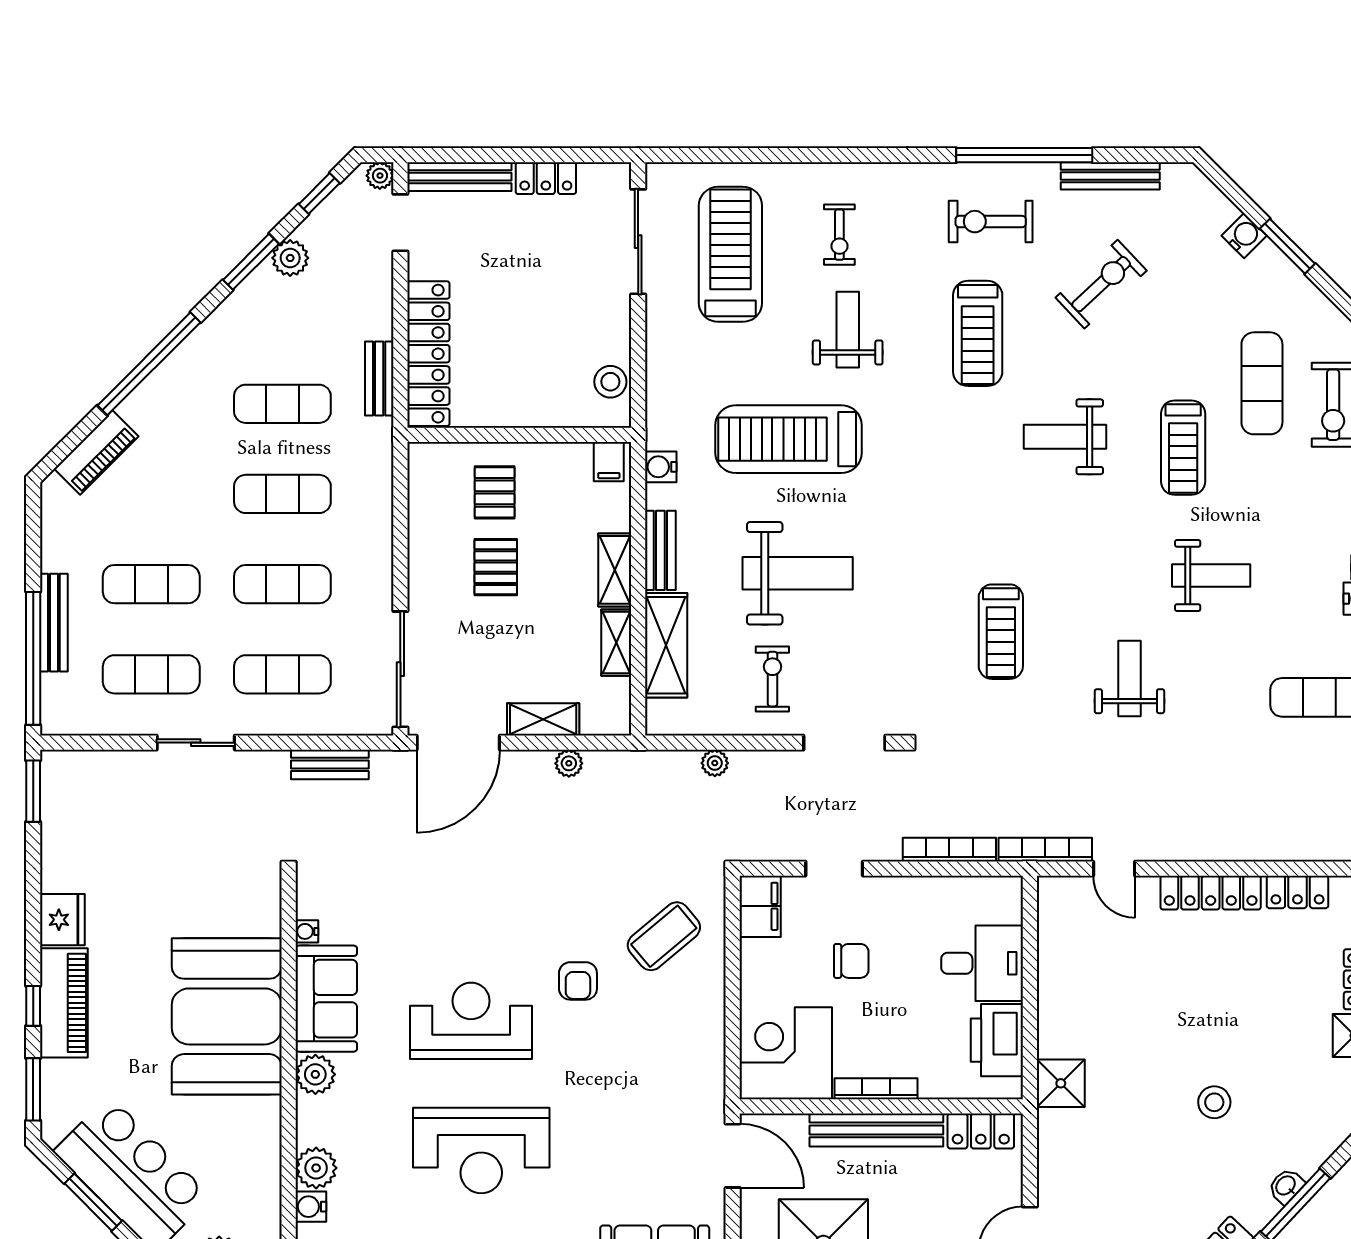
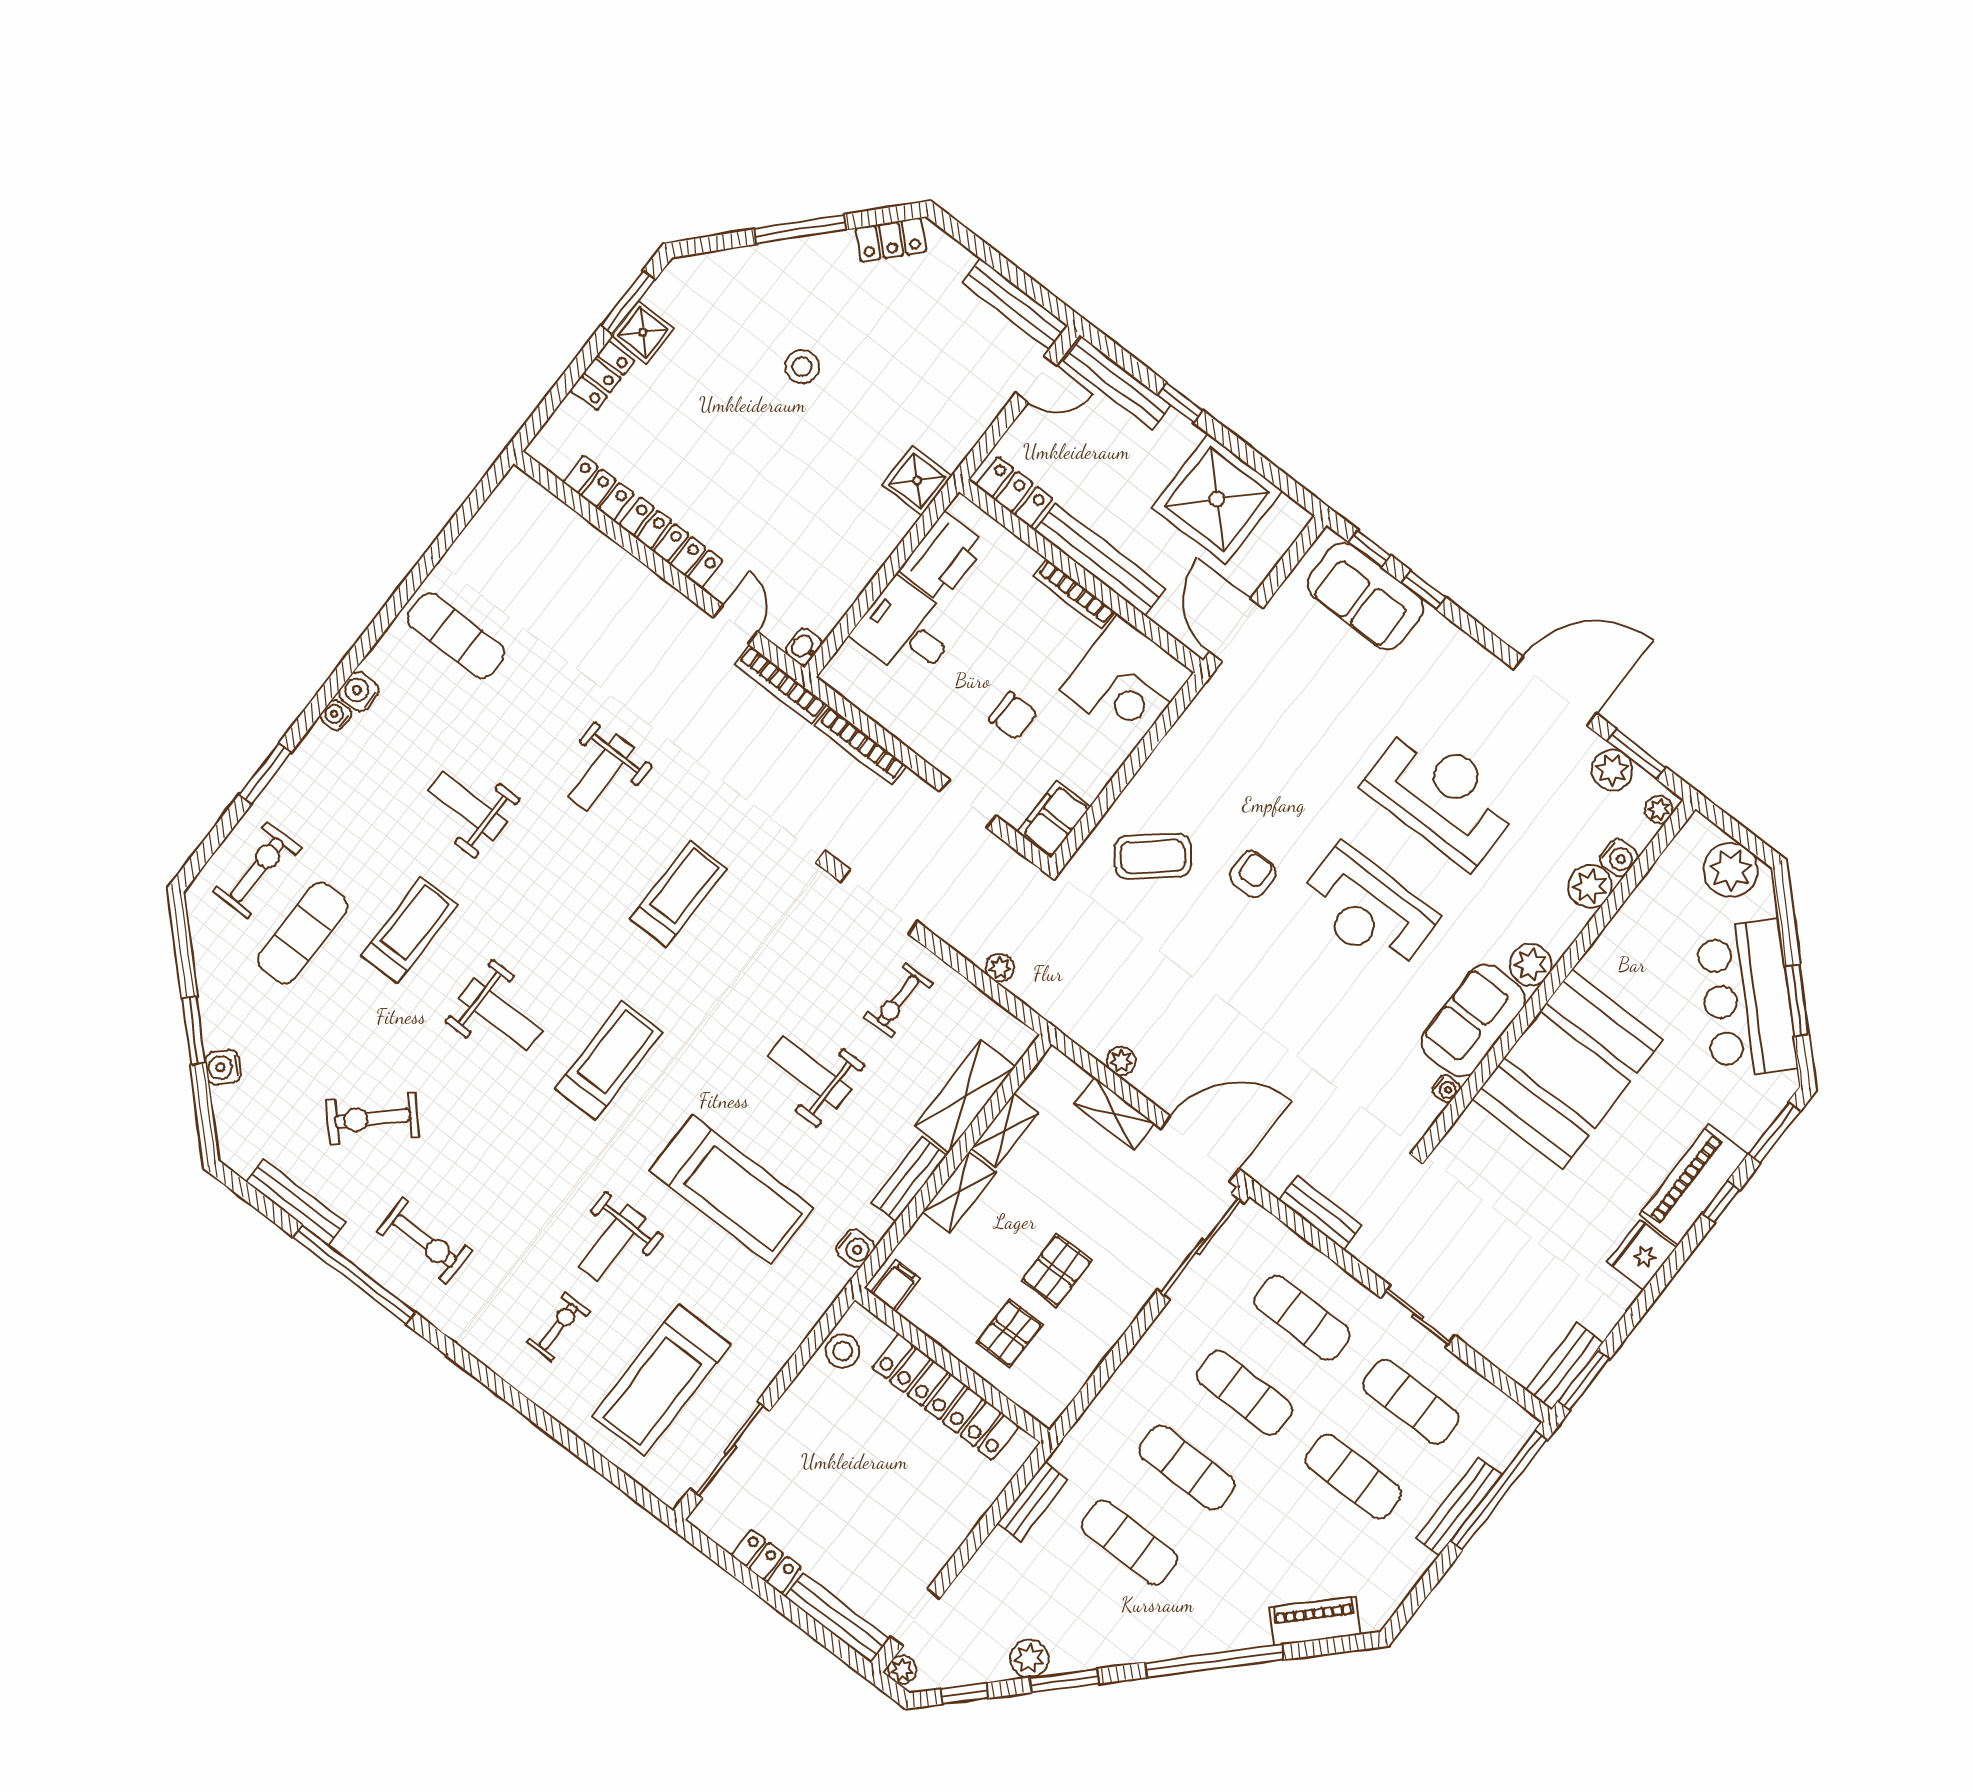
treadmill: (978, 333) -> (609, 1061), moved
locker: (428, 354) -> (945, 1397), moved, turned -90
weight bench: (798, 573) -> (810, 1072), width x0.73, depth x0.75
bench: (56, 790) -> (1564, 1367), added
chair: (851, 961) -> (1013, 716), turned 180
washbasin: (1286, 1186) -> (804, 647), moved, turned 137

